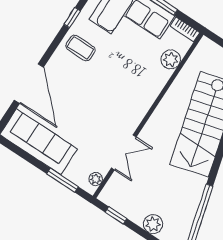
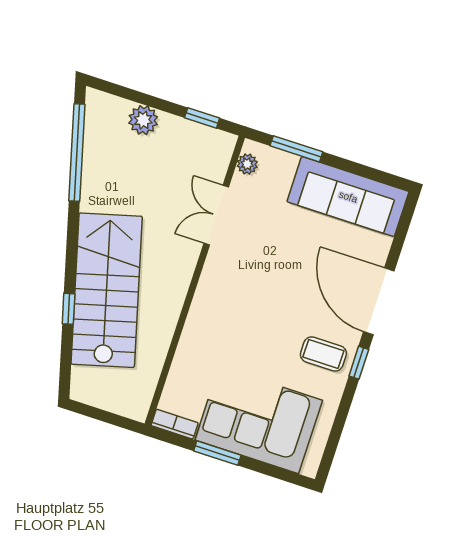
window: (72, 18) -> (359, 363), moved
plant: (171, 59) -> (184, 373), removed
door: (29, 84) -> (379, 301), moved

